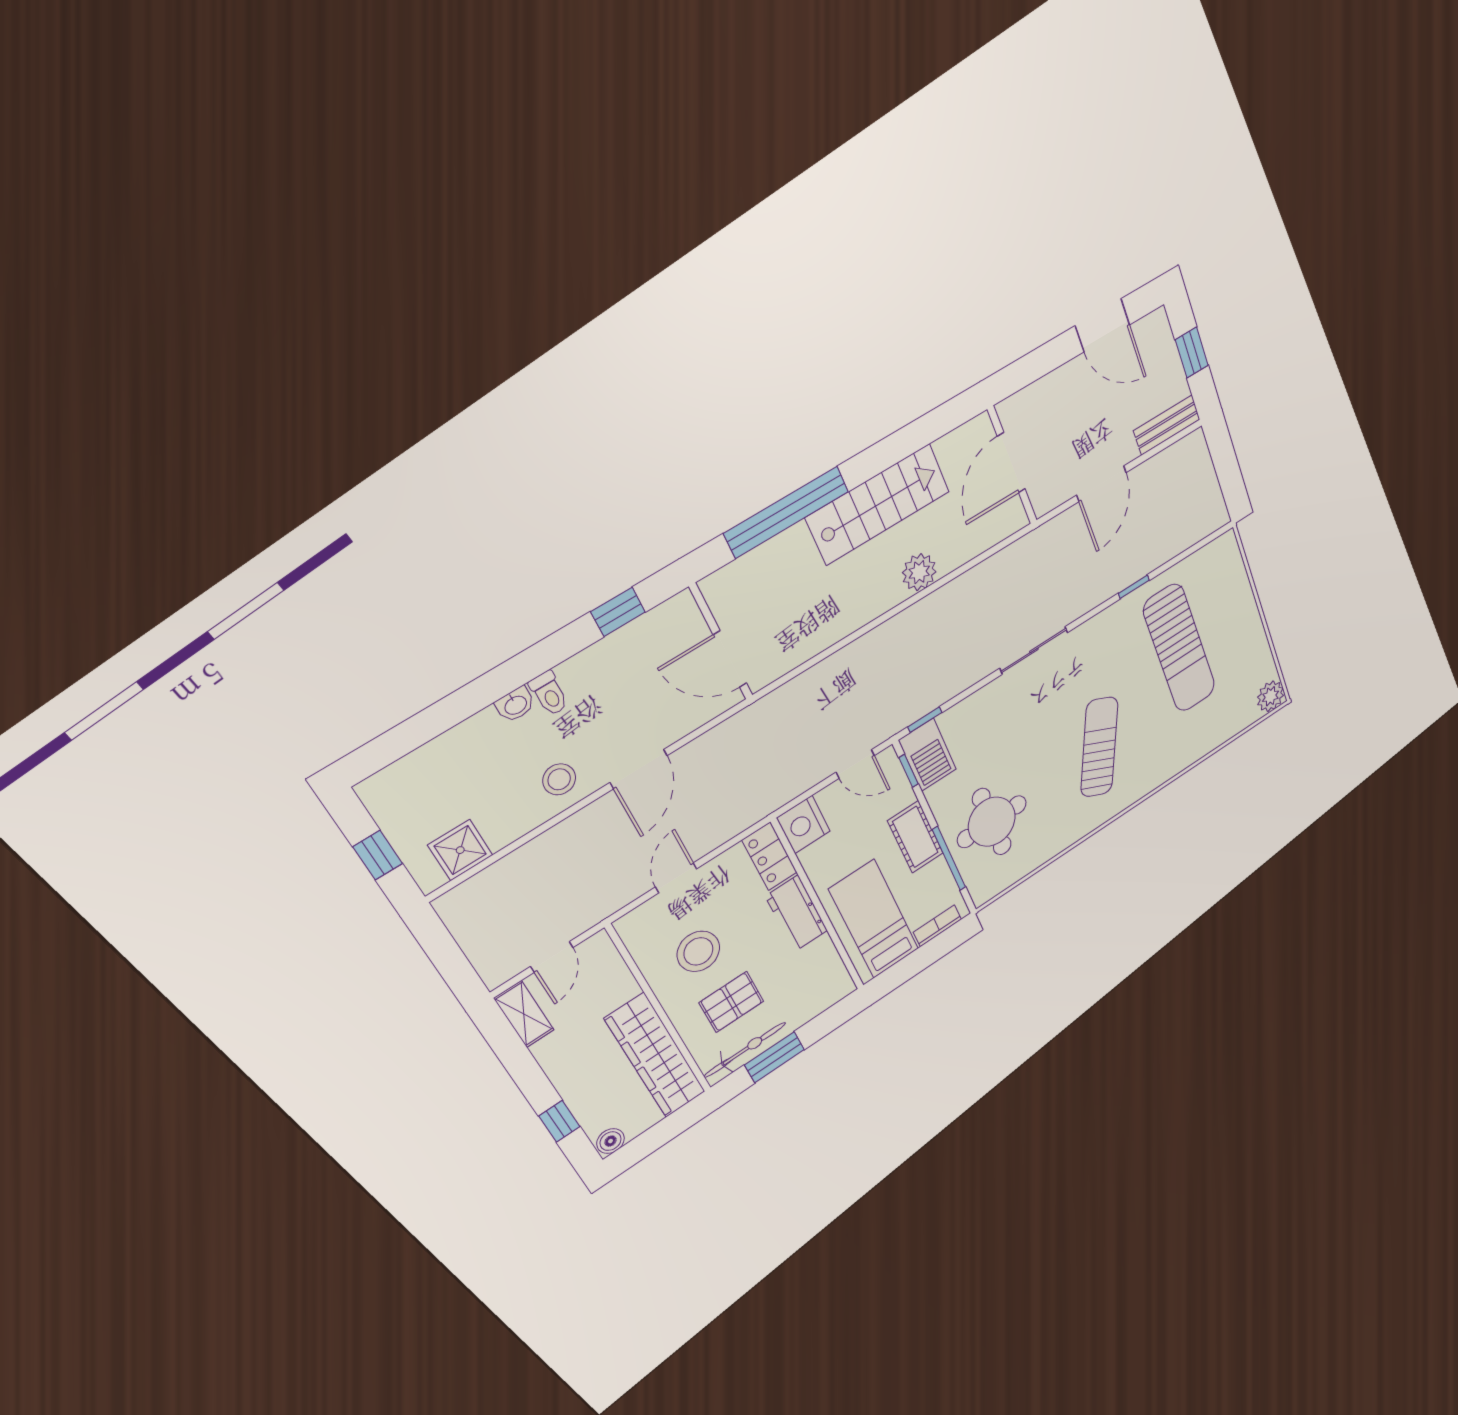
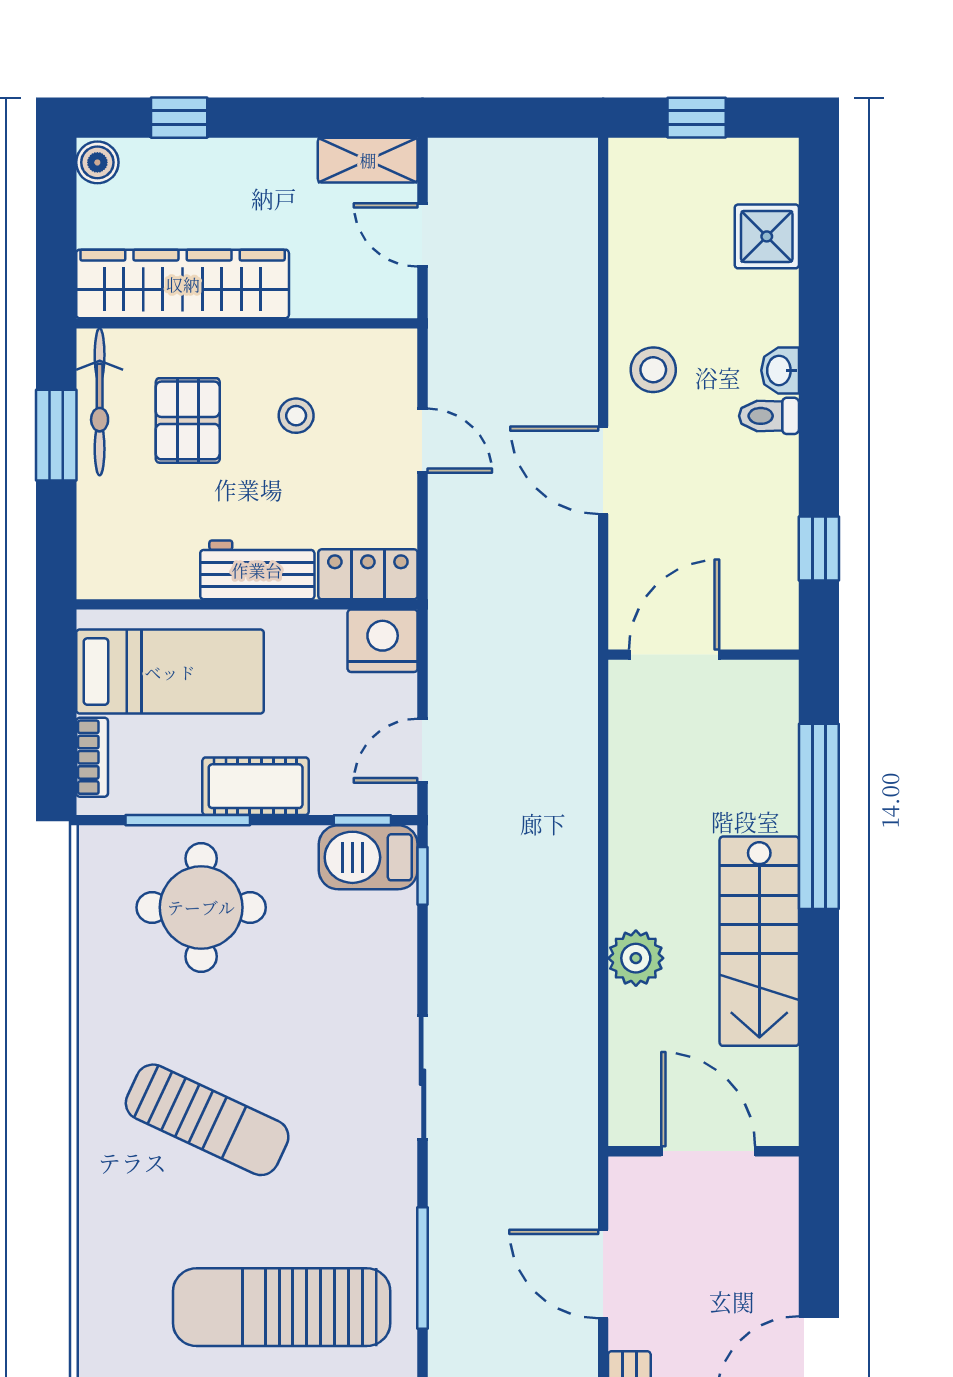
window: (1134, 587) -> (422, 1268), width x2.17
shower: (460, 850) -> (767, 236), moved
stool: (698, 951) -> (296, 416), width x0.53, depth x0.53

